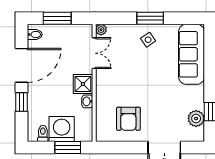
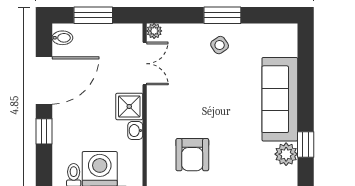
sofa: (192, 54) -> (280, 99), moved

